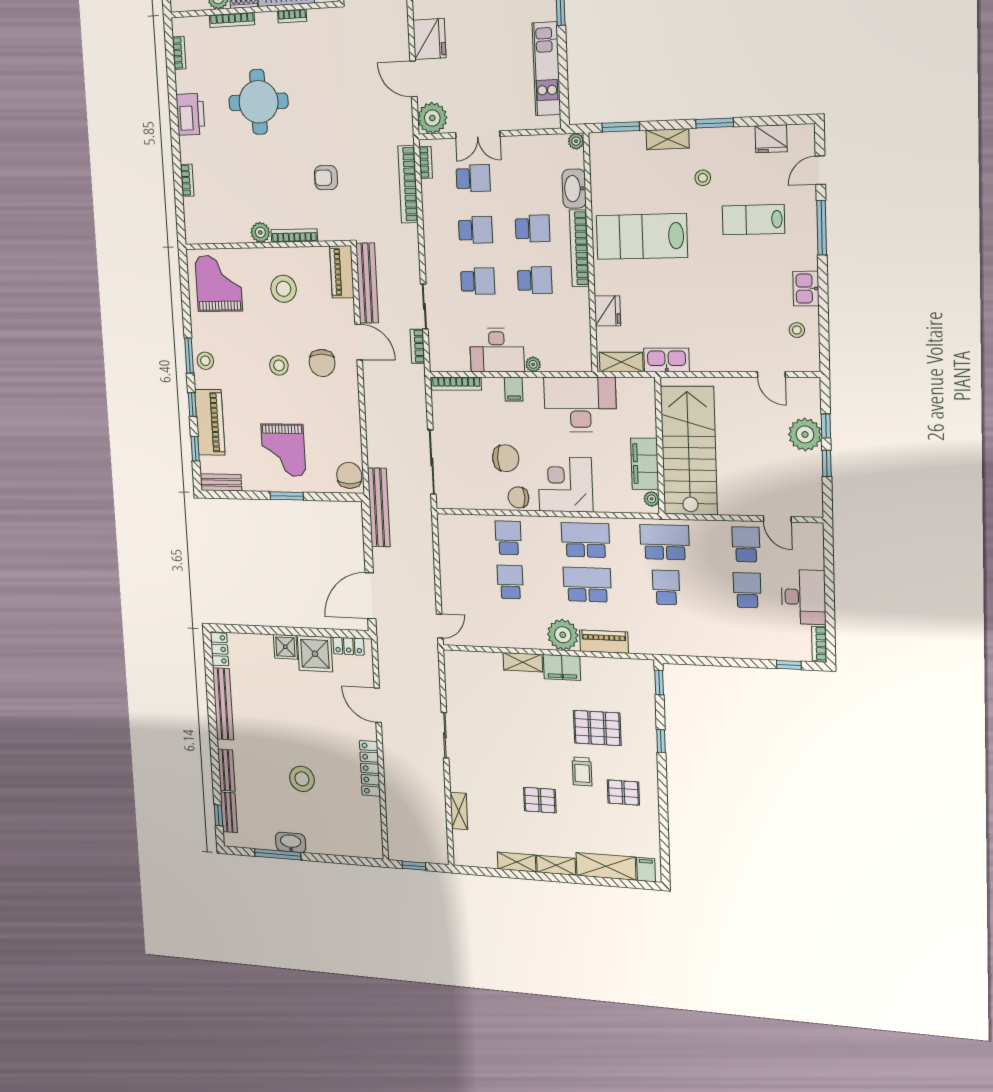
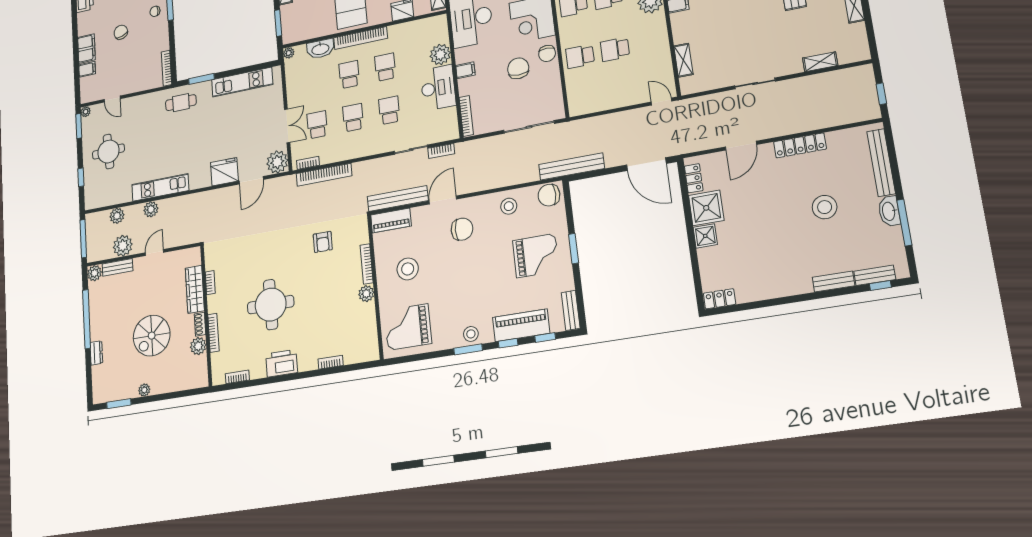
plant: (533, 364) -> (440, 54), width x1.87, depth x1.87
stool: (279, 365) -> (509, 206), moved
shelving: (523, 662) -> (683, 60), moved
bench: (223, 704) -> (881, 163), moved, turned 90

